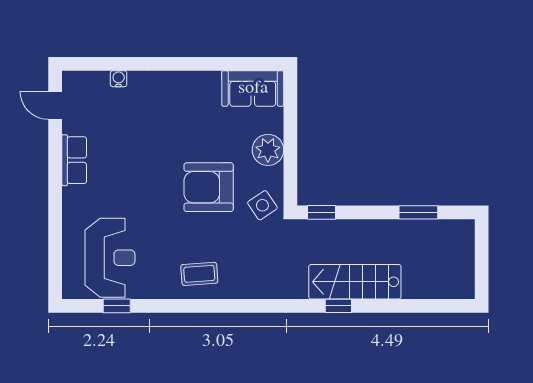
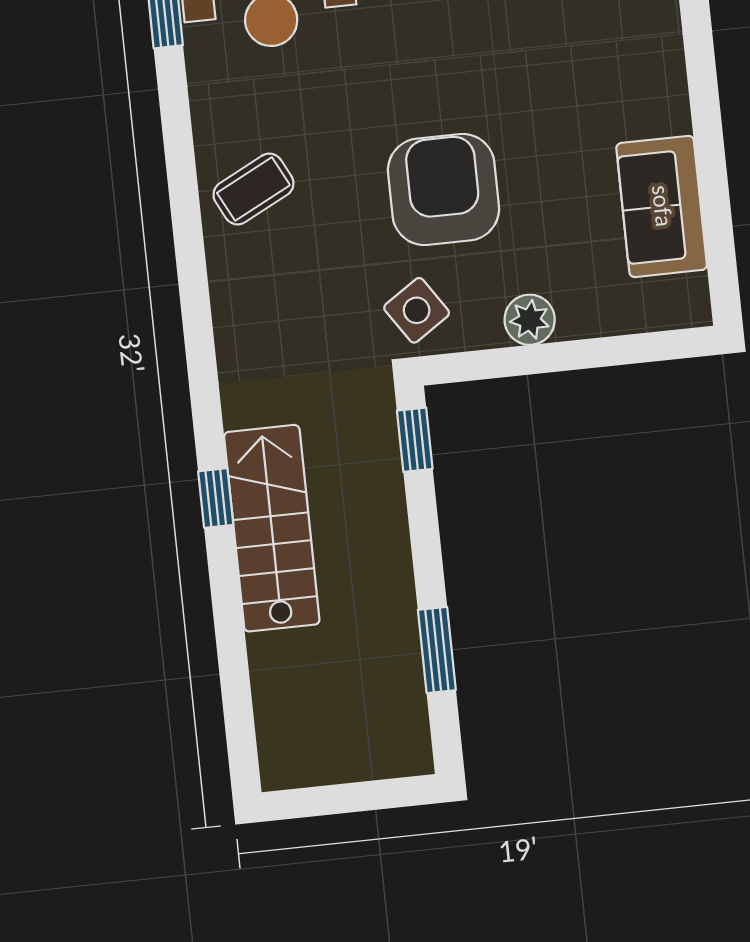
sofa: (253, 88) -> (662, 206), moved
plant: (268, 150) -> (530, 320), width x0.73, depth x0.73
coffee table: (199, 274) -> (253, 189), turned 67

